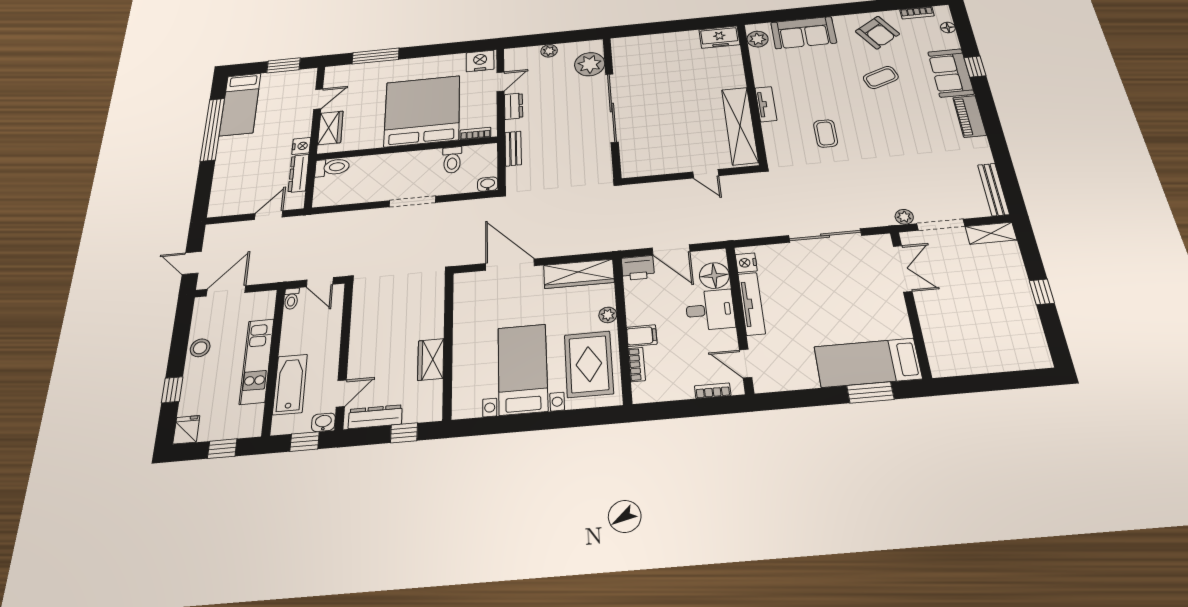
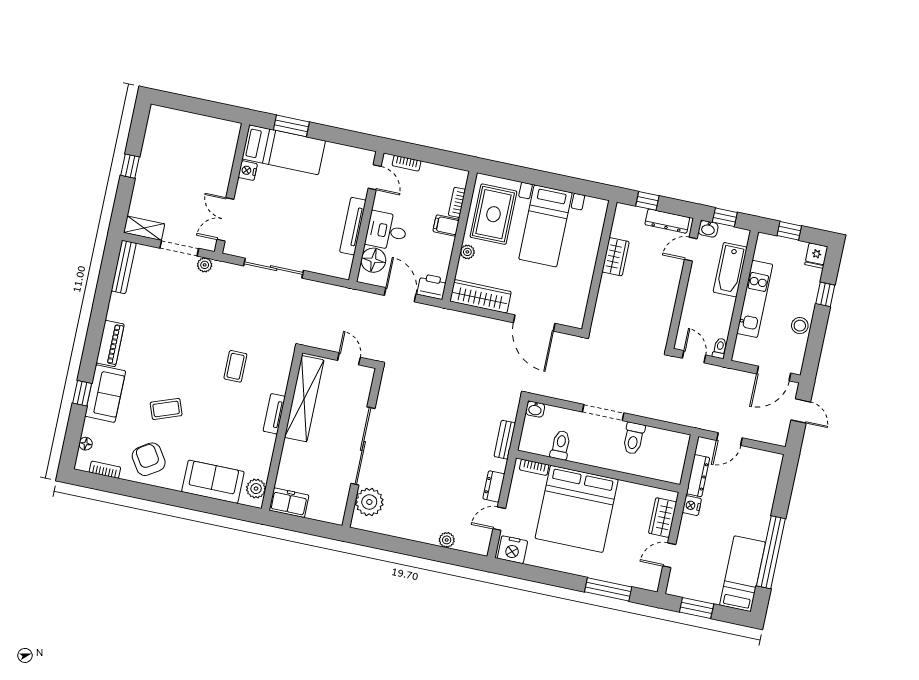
plant: (590, 64) -> (369, 502), moved
wall: (612, 106) -> (363, 448), moved
sliding door: (612, 108) -> (363, 446), moved
toilet: (332, 167) -> (634, 438), moved, turned -90
nightstand: (746, 263) -> (248, 171), moved, turned 180

